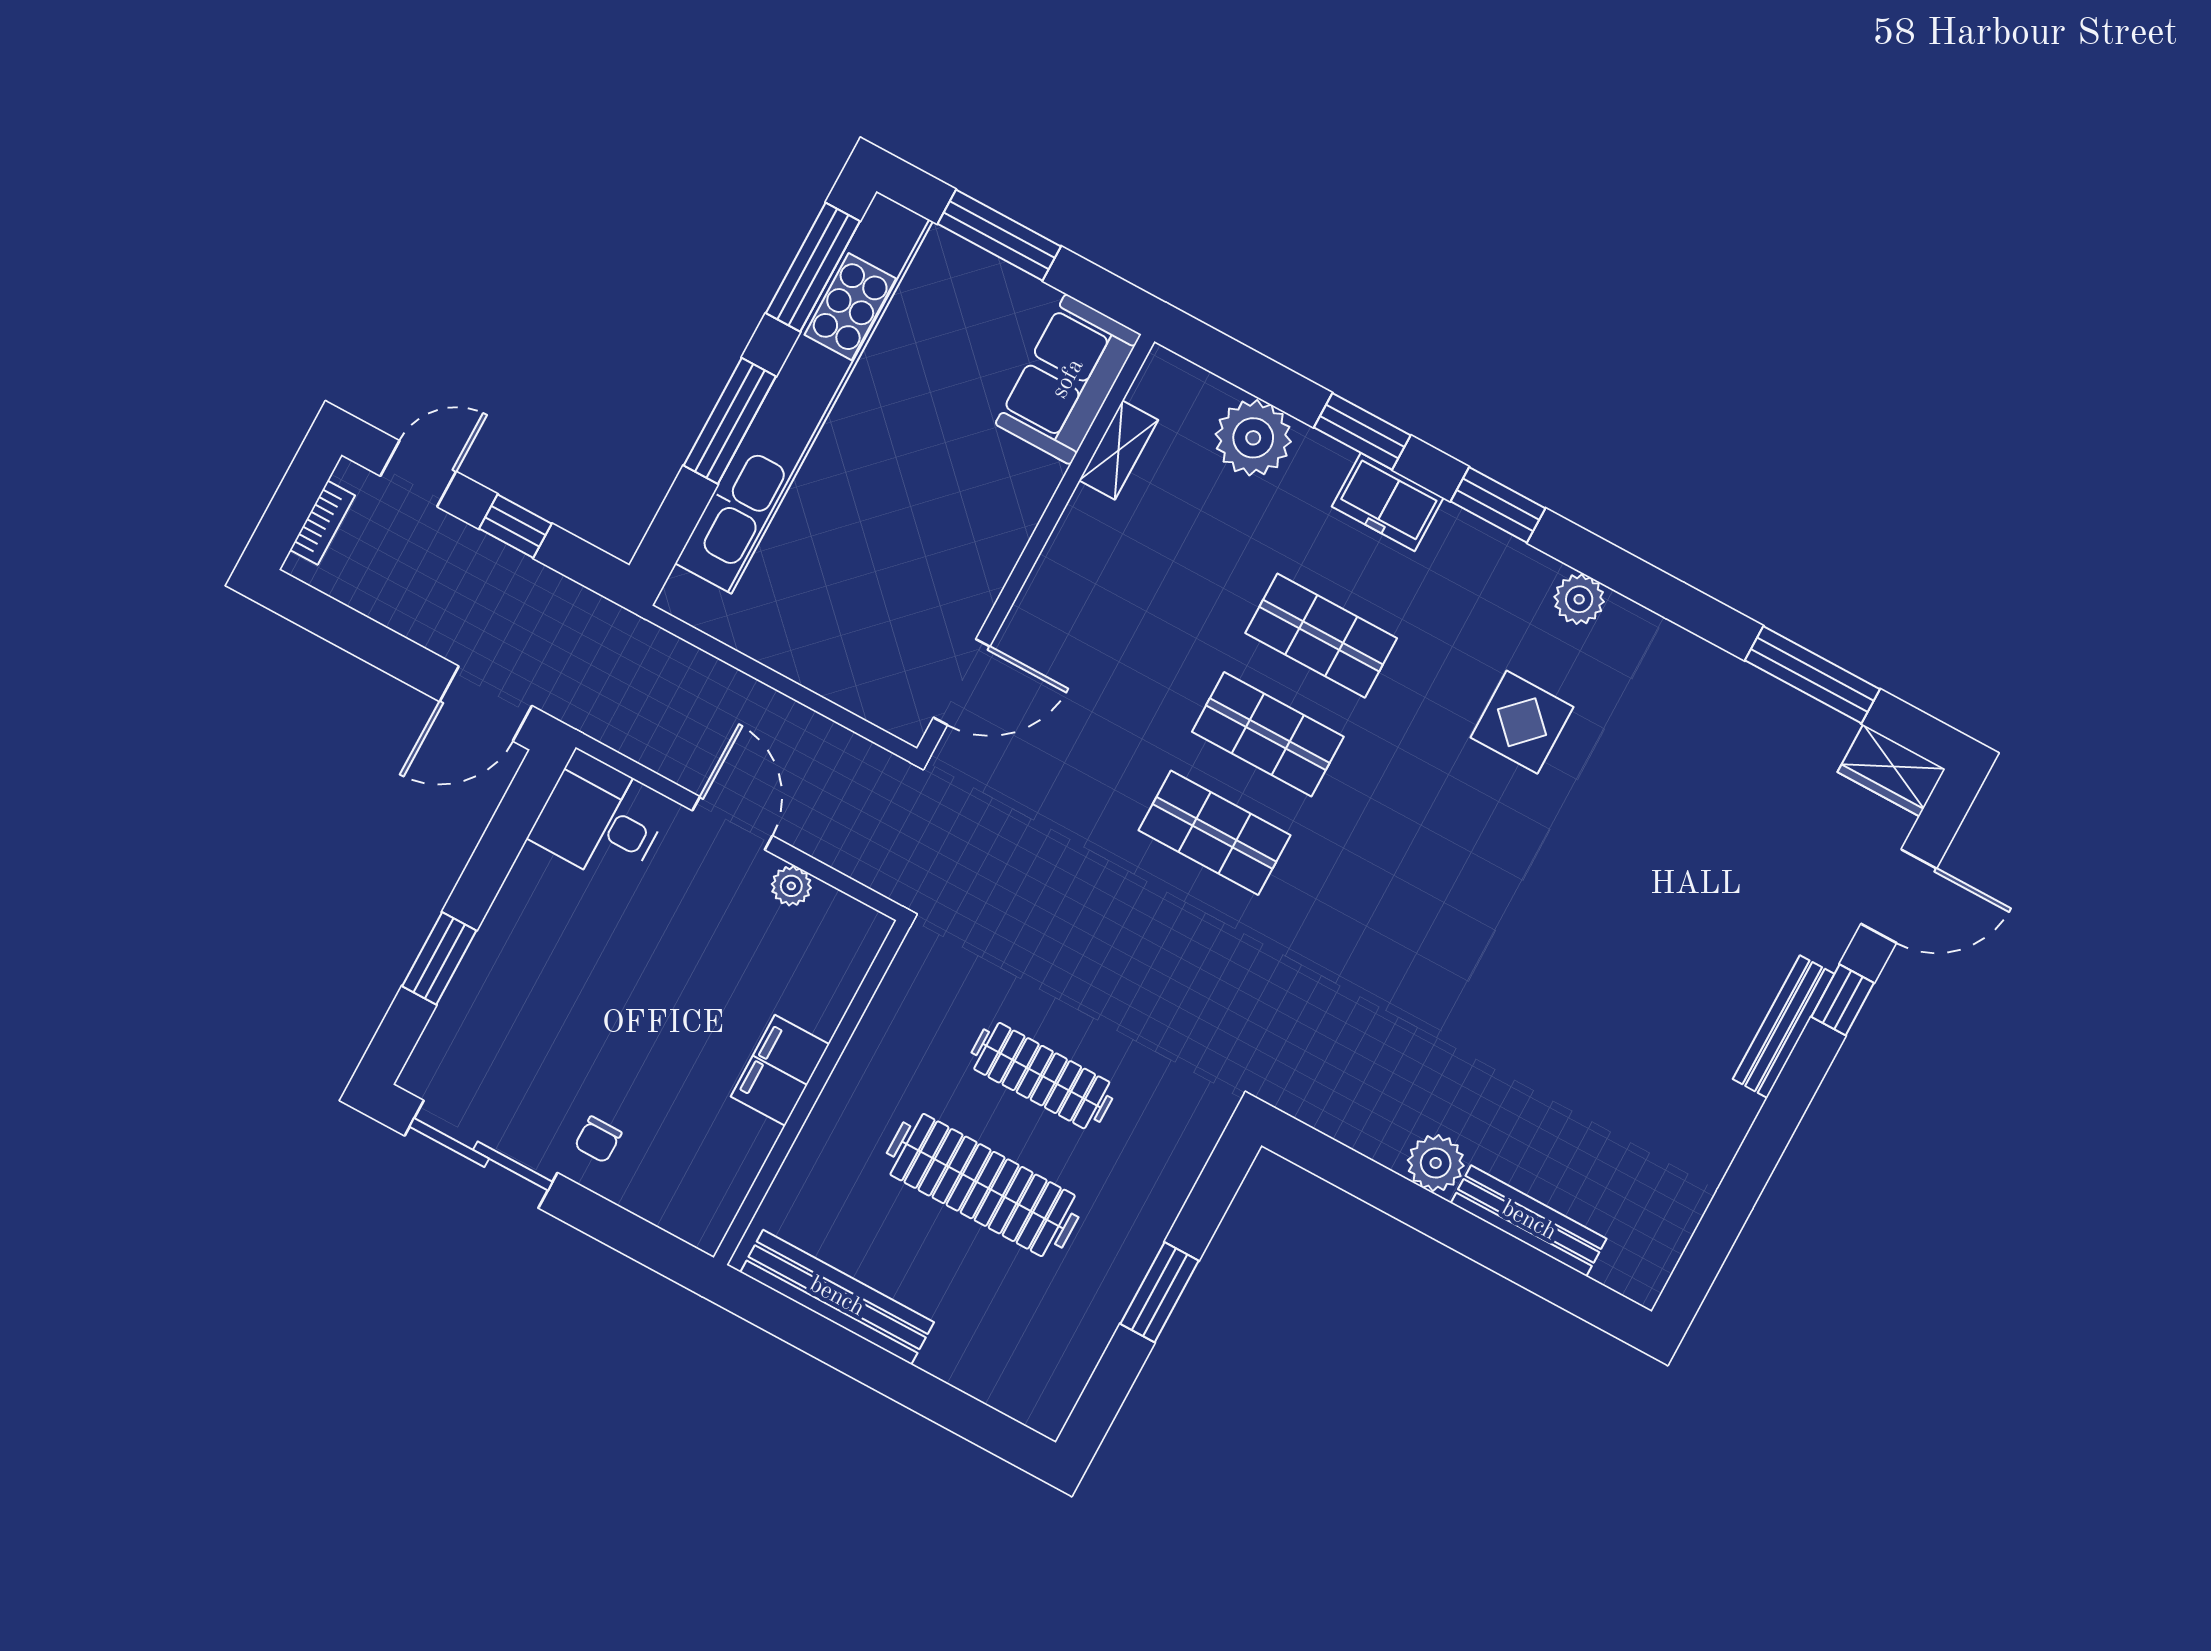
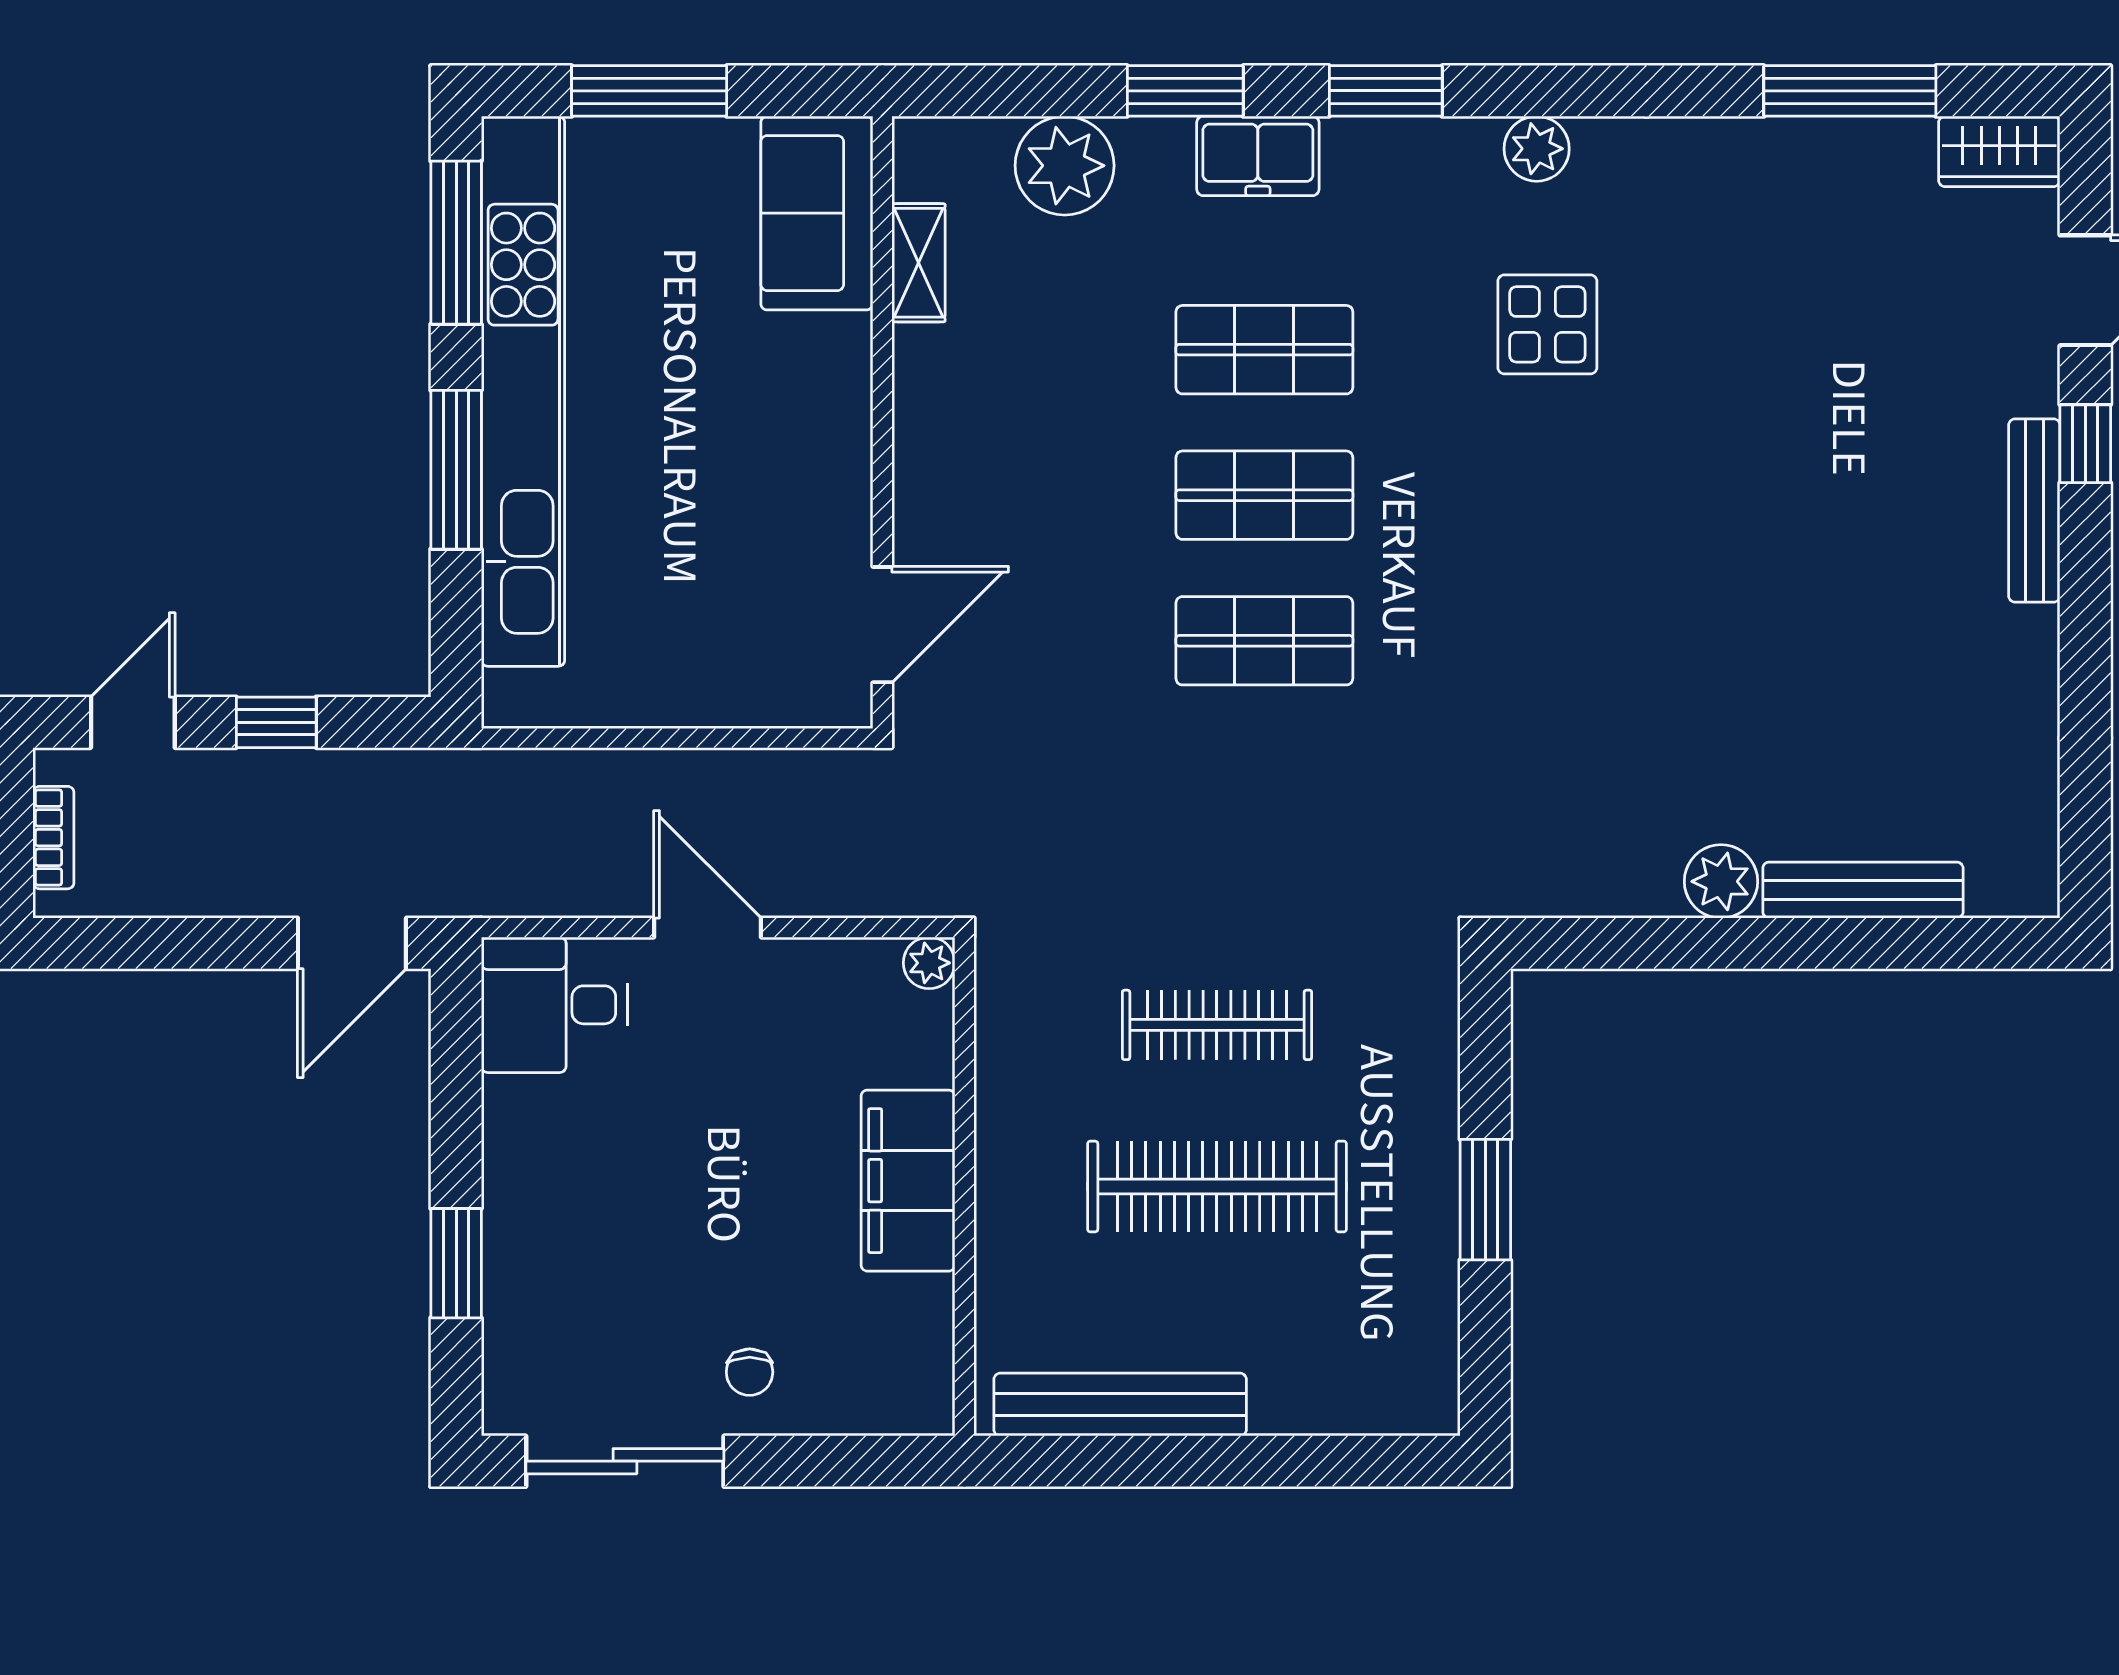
plant: (791, 886) -> (929, 963), moved
filing cabinet: (780, 1070) -> (908, 1181), width x1.50, depth x1.17

